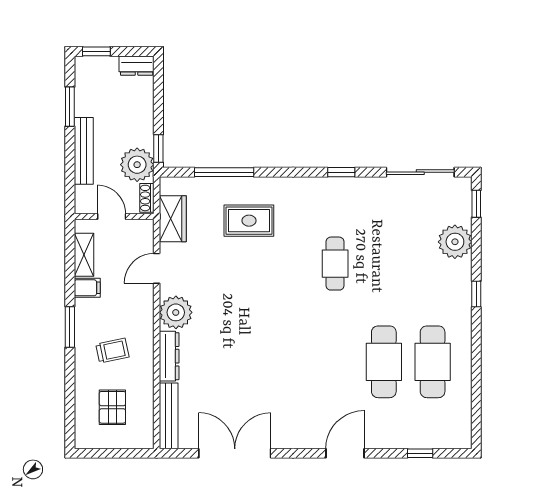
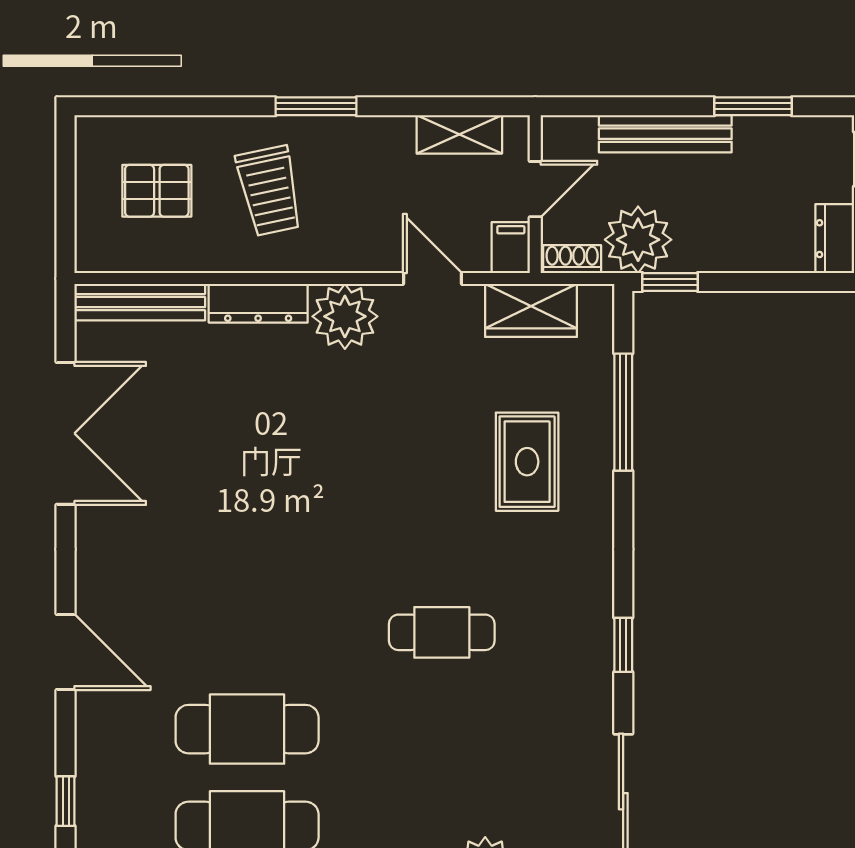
filing cabinet: (87, 288) -> (511, 248), moved, turned 180
trolley: (112, 351) -> (269, 191), width x1.36, depth x1.39

